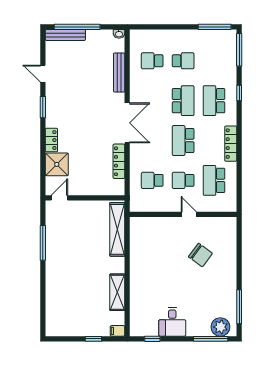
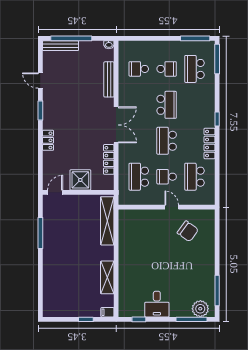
window: (239, 93) -> (217, 119), moved
school desk: (214, 101) -> (194, 69), moved
shower: (57, 164) -> (80, 180), moved
school desk: (152, 180) -> (139, 177), width x1.85
chair: (200, 255) -> (188, 231), moved

